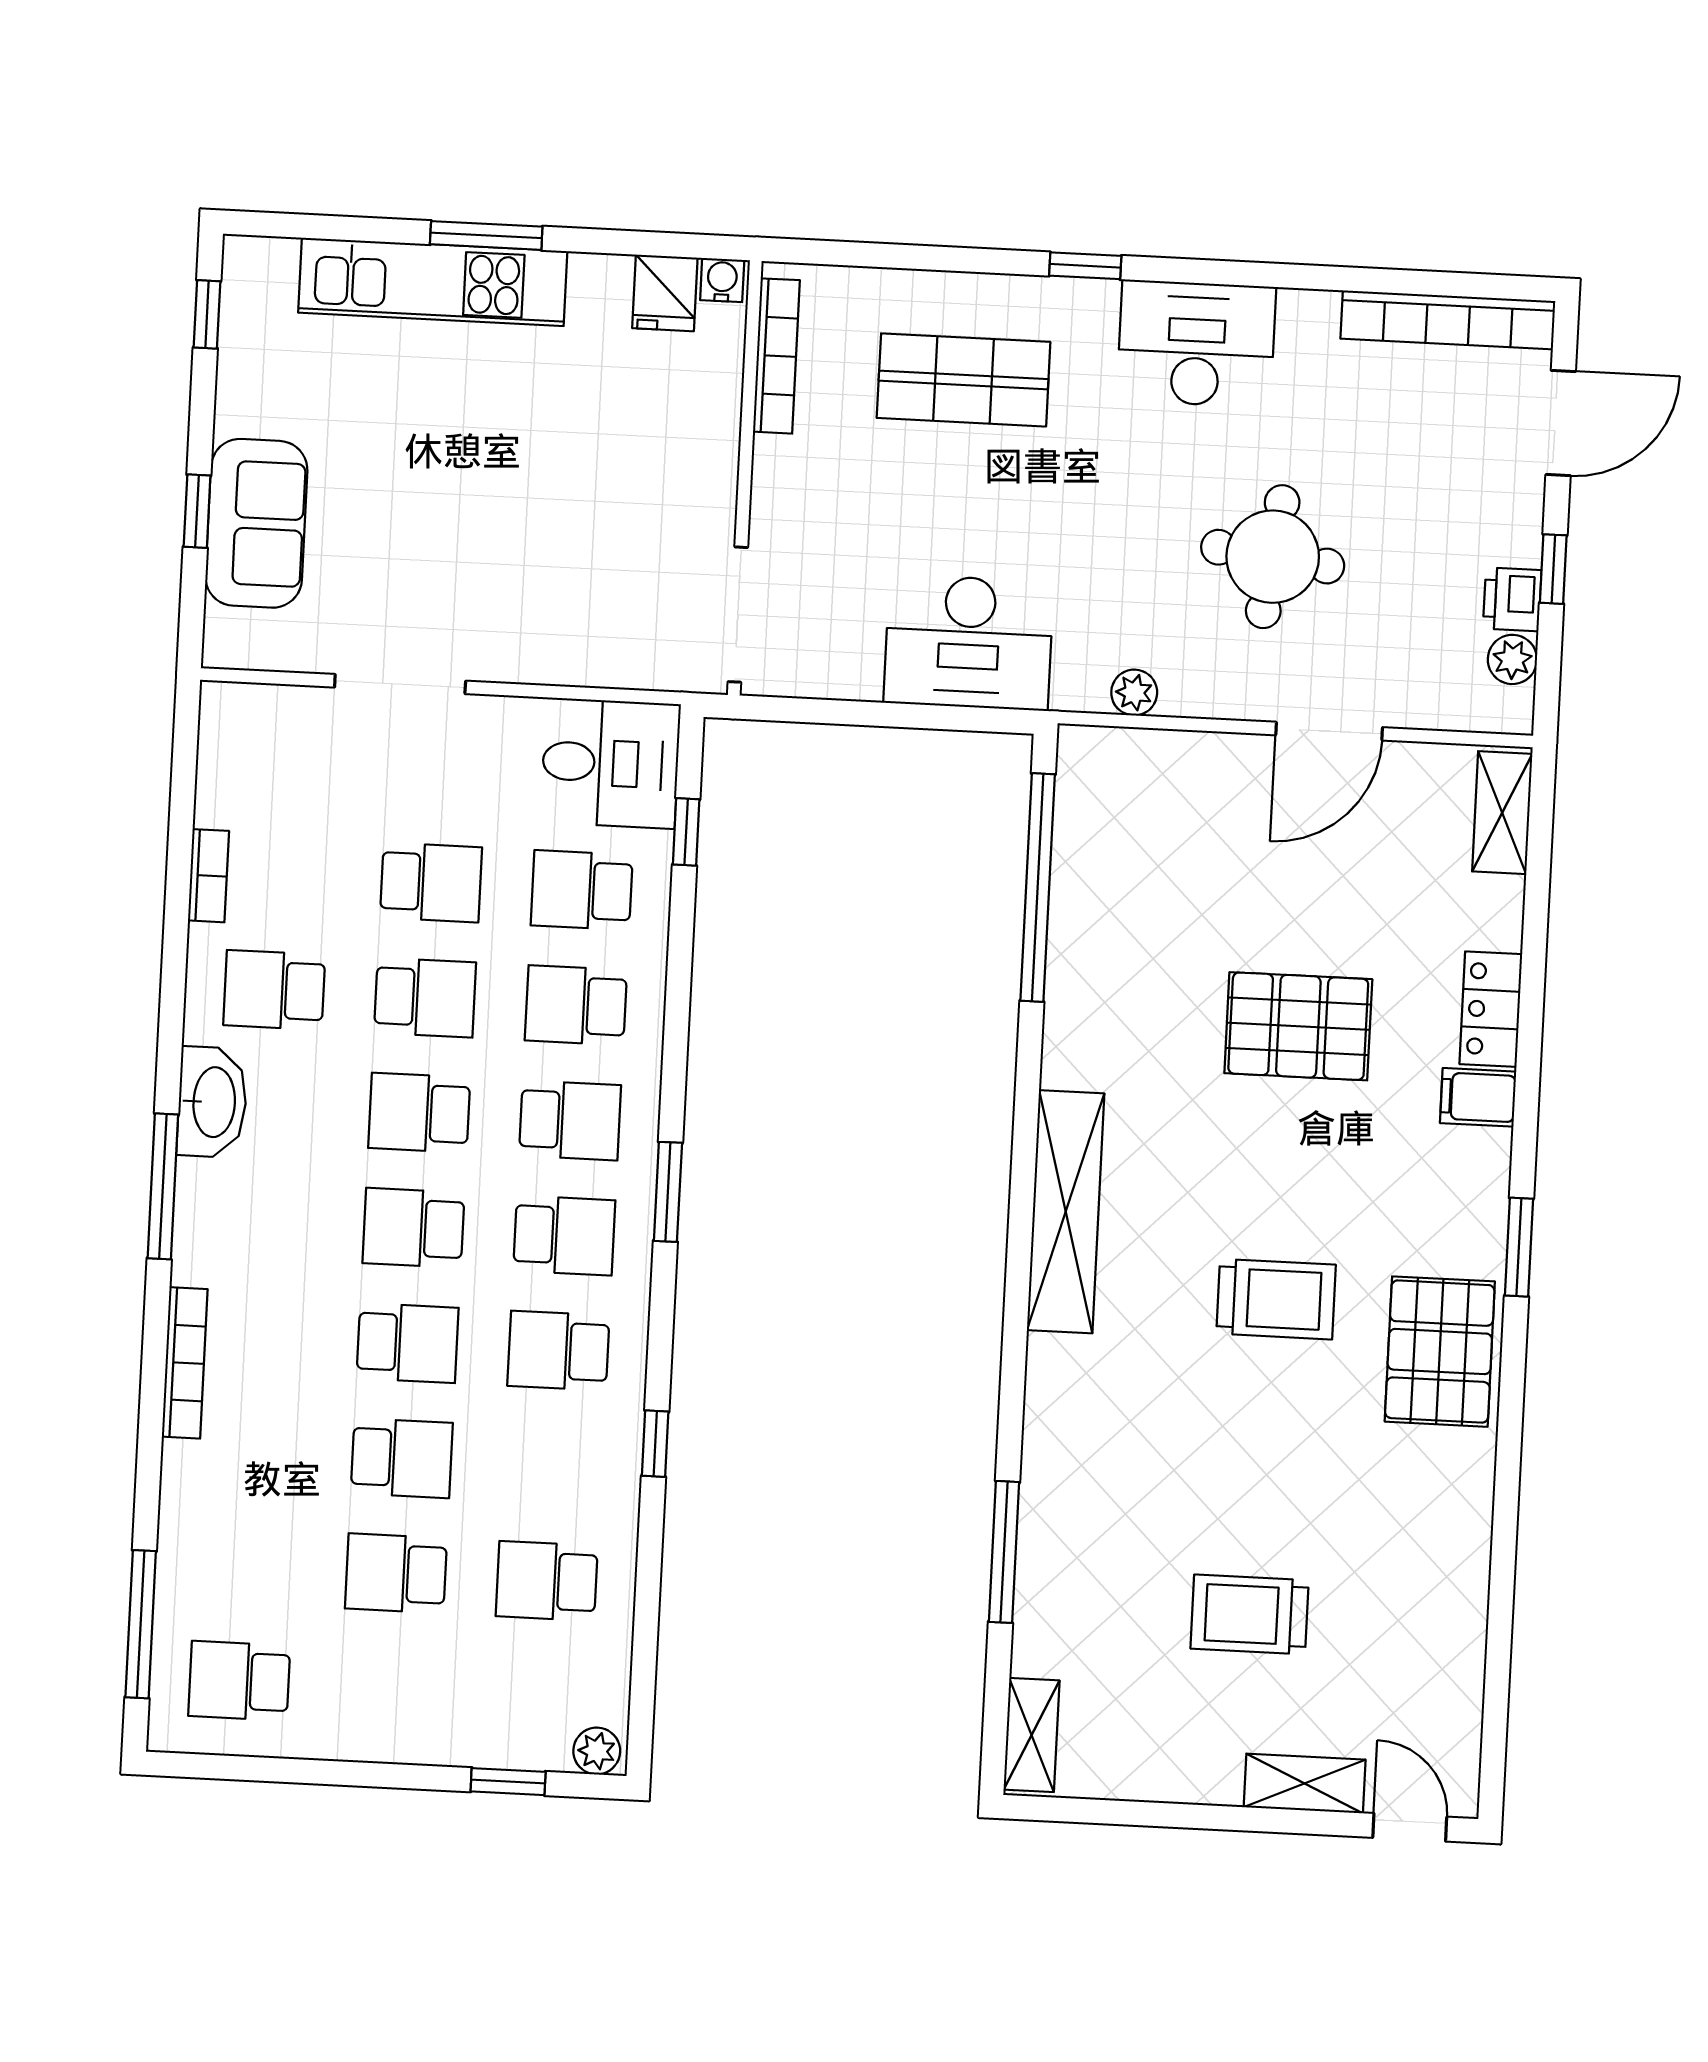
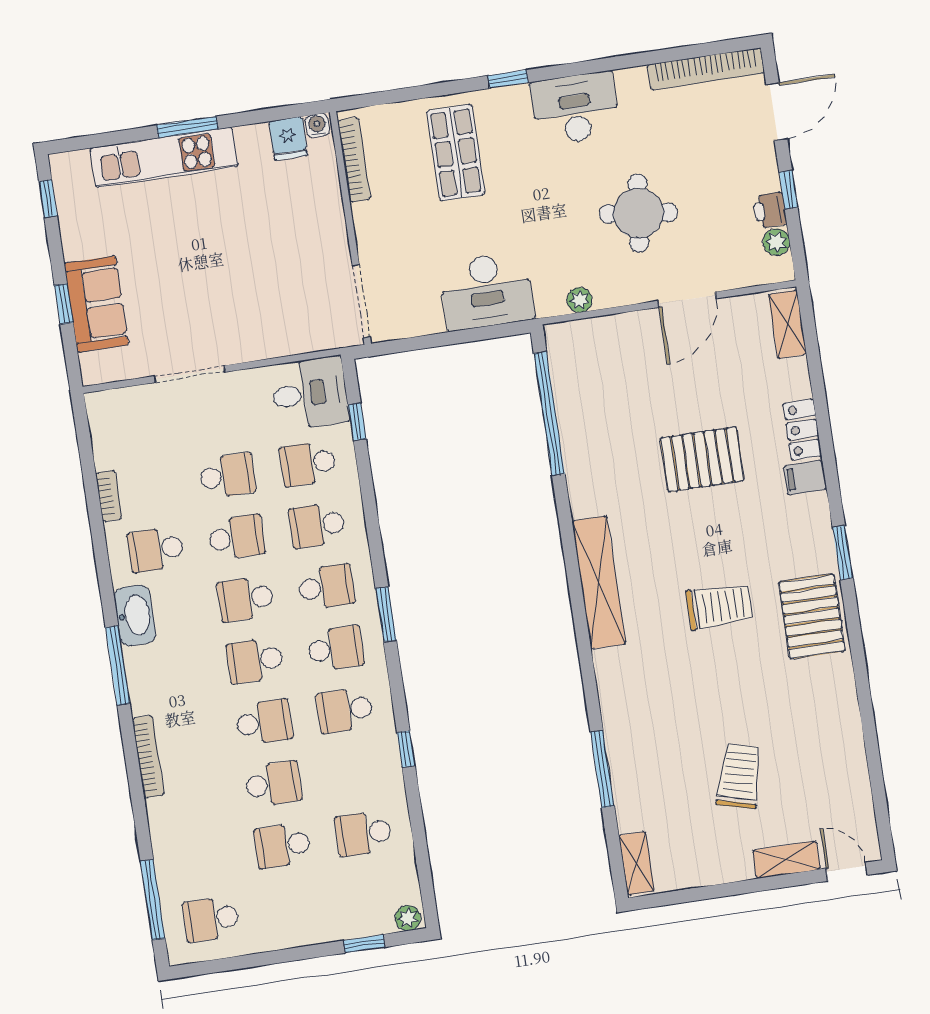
shop shelf: (964, 380) -> (456, 153), turned 90
trolley: (1250, 1614) -> (739, 776), turned 105

